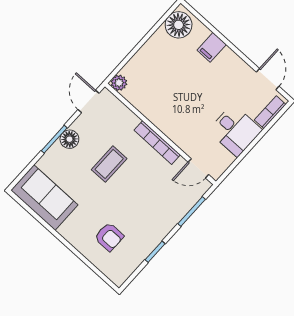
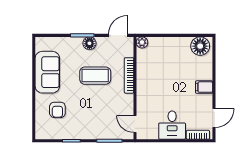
filing cabinet: (212, 47) -> (204, 87), moved
bookcase: (157, 143) -> (129, 75), moved
coffee table: (109, 164) -> (95, 76), width x1.36, depth x1.30
sofa: (44, 198) -> (47, 72), moved

